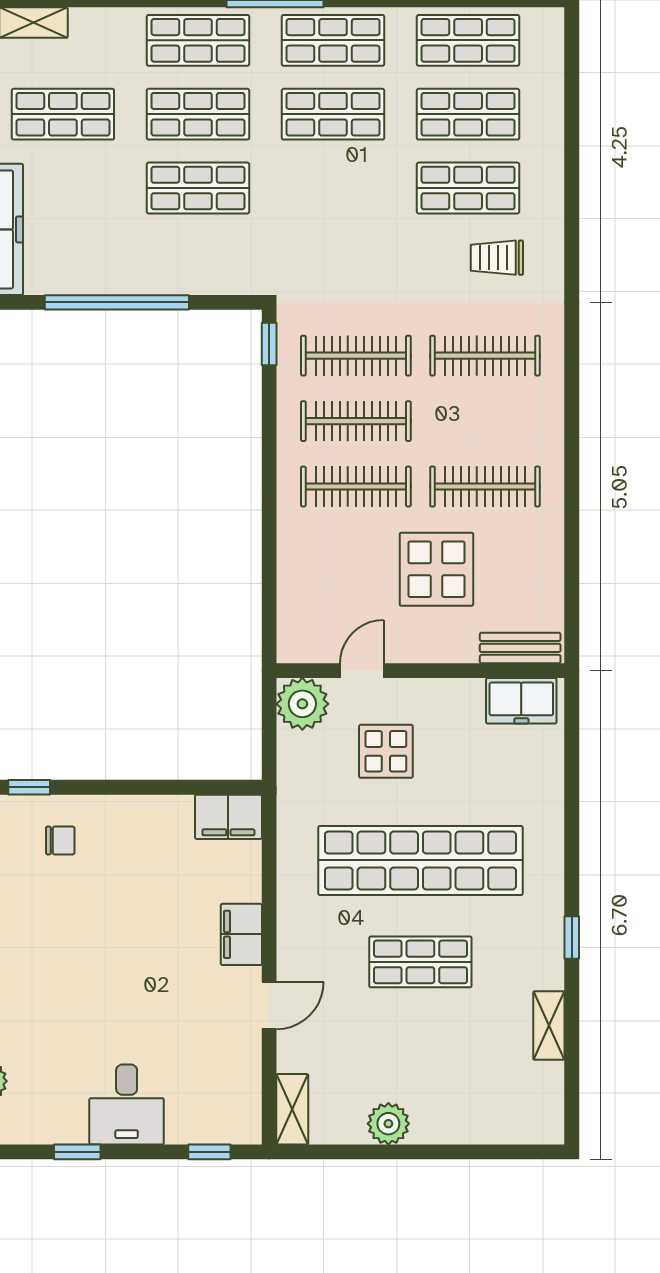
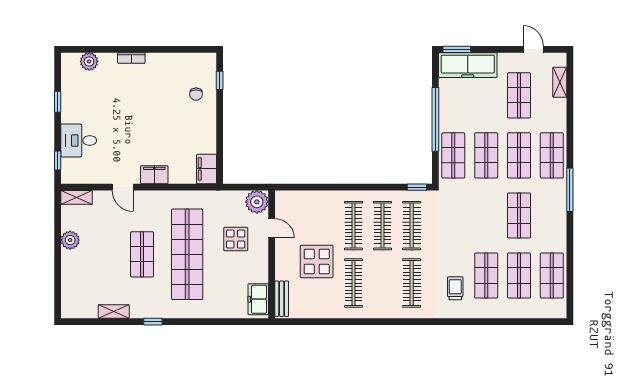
shop shelf: (333, 40) -> (453, 155), moved
desk: (127, 1104) -> (79, 140), moved

